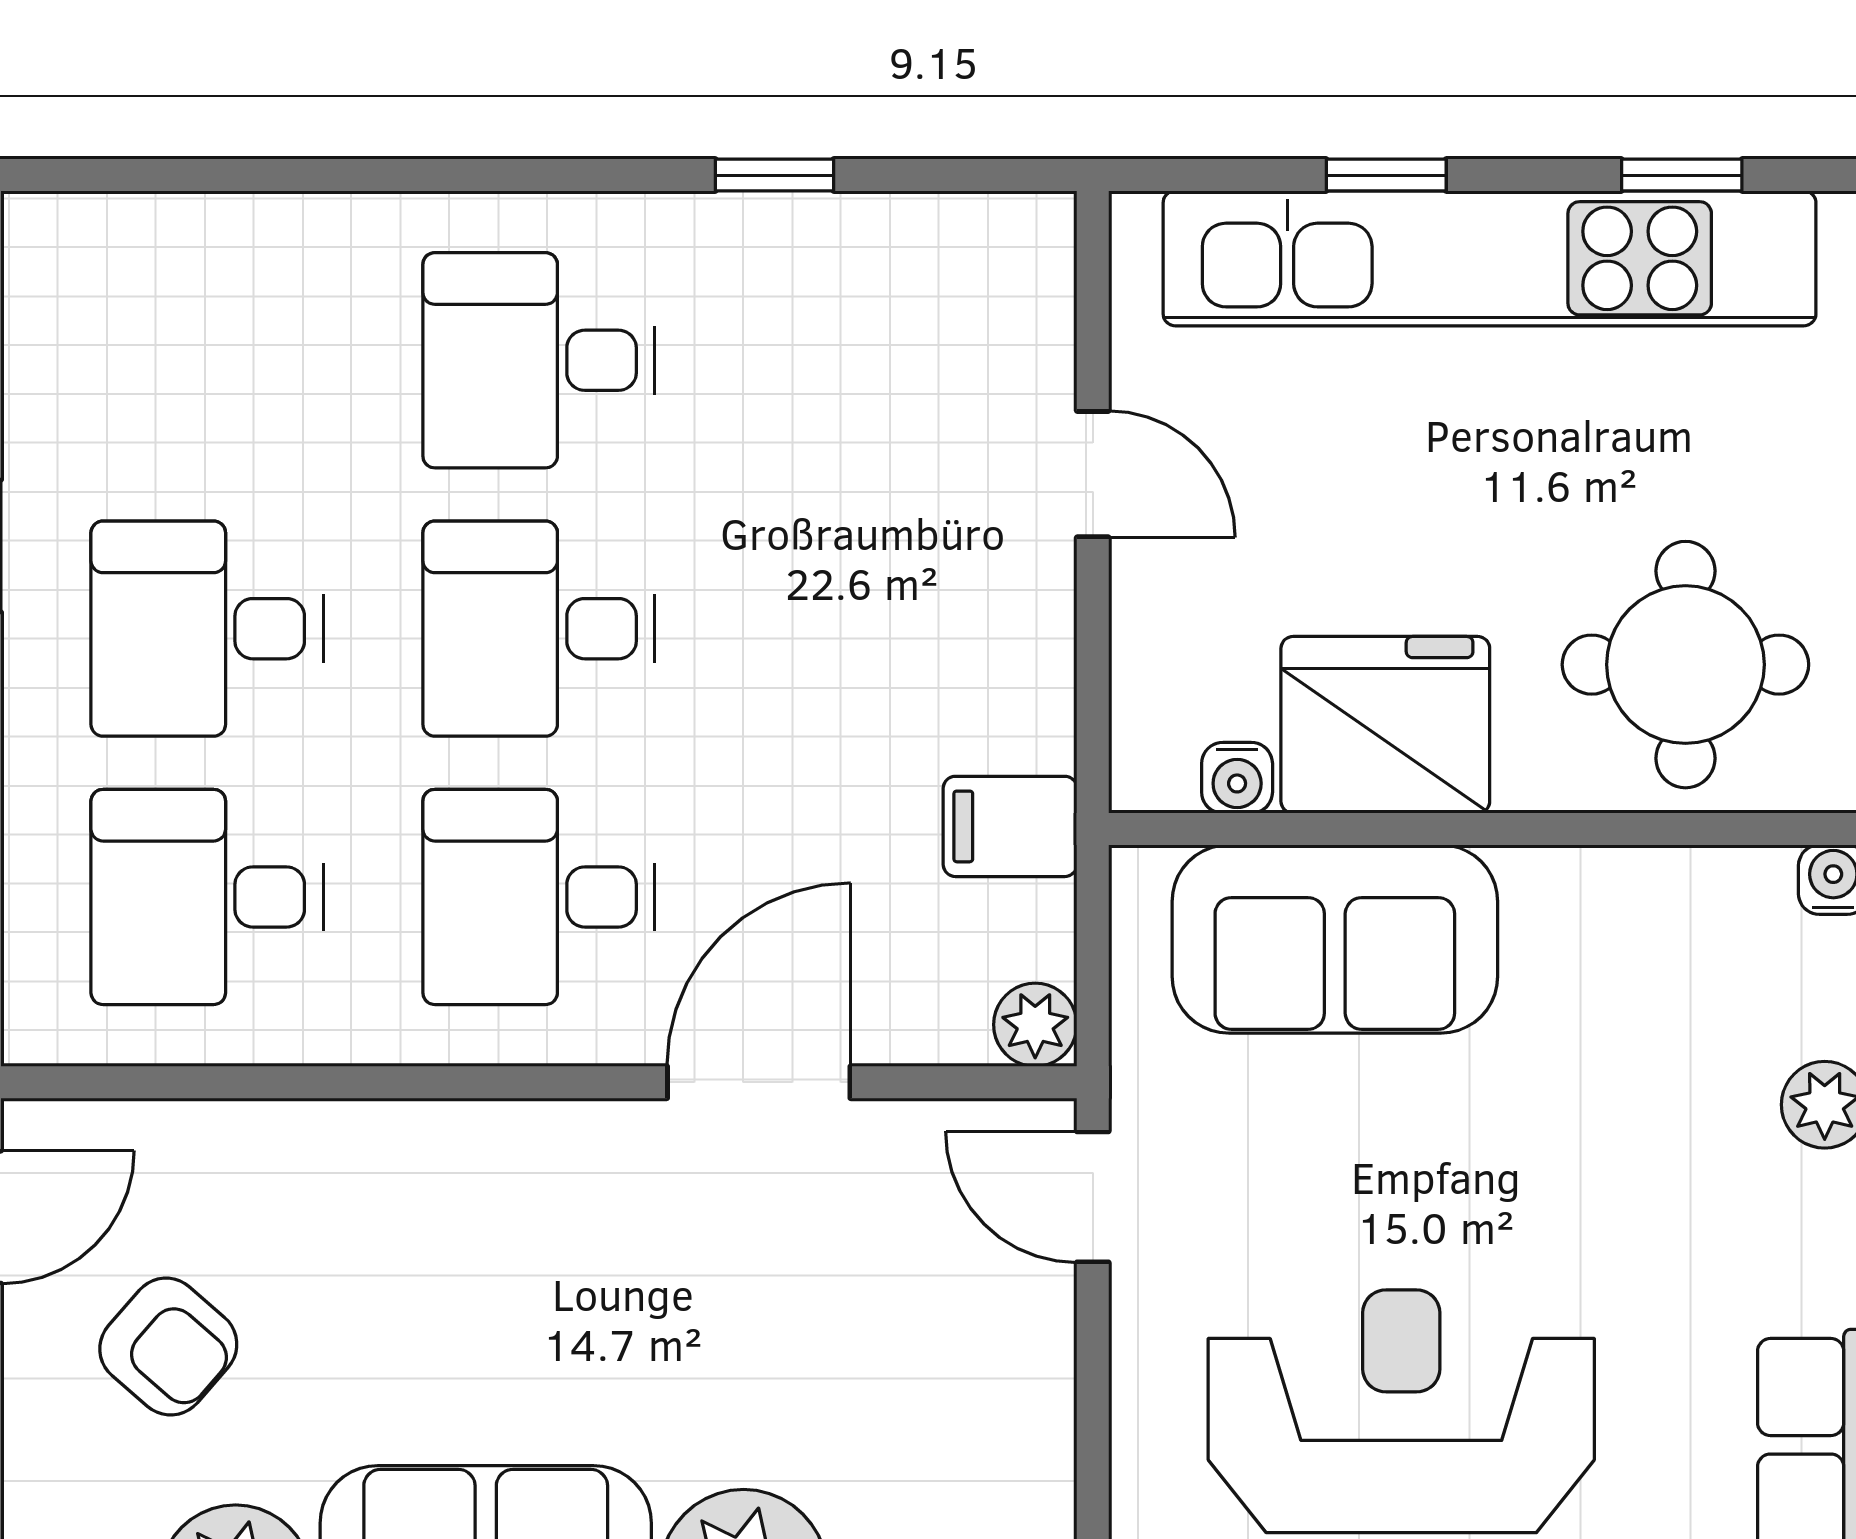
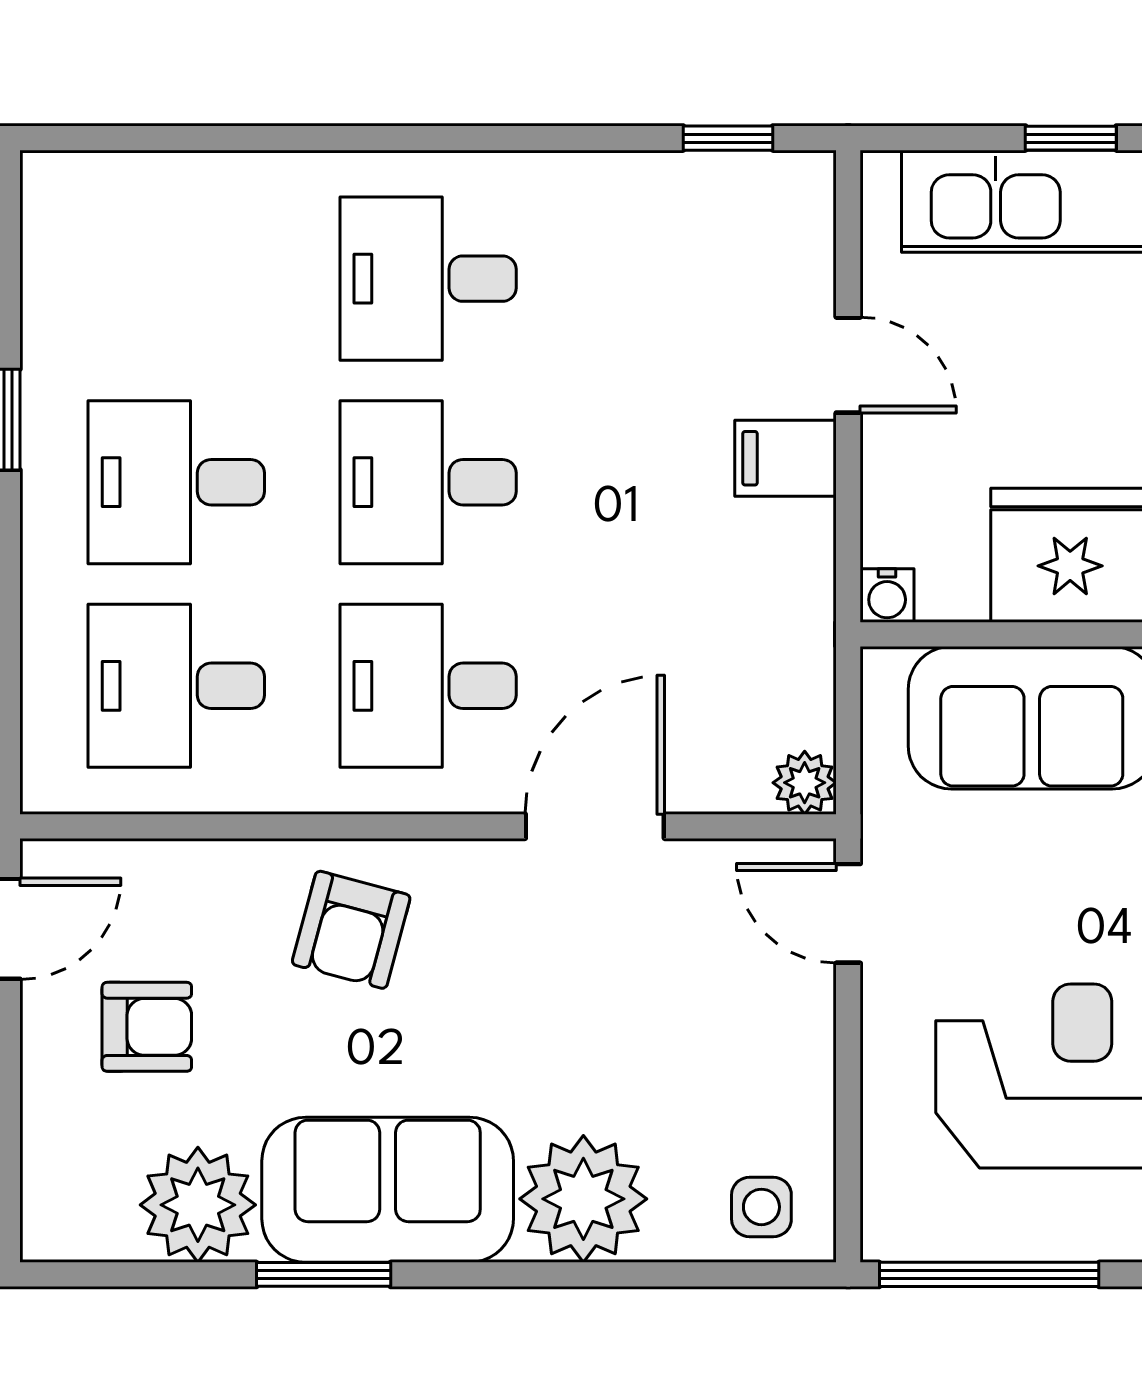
window: (775, 175) -> (728, 138), moved
water cooler: (1237, 778) -> (887, 595), moved
filing cabinet: (1010, 826) -> (785, 458), moved
armchair: (438, 1219) -> (351, 930), added
armchair: (168, 1347) -> (147, 1027), turned -41

